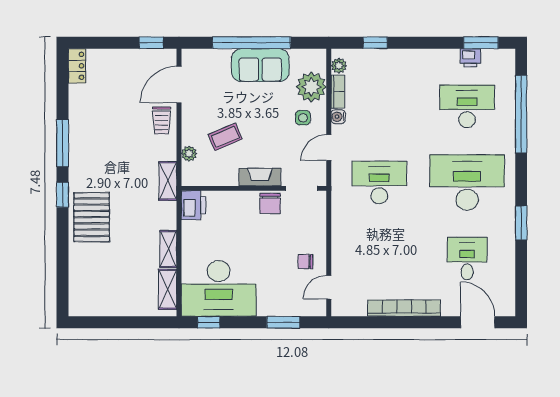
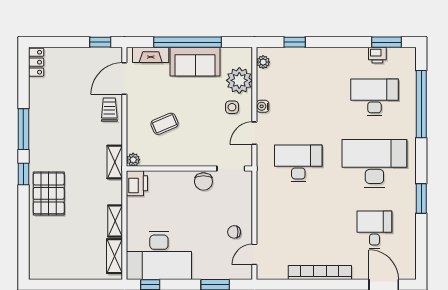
bookcase: (338, 92) -> (262, 84), removed
trolley: (162, 121) -> (109, 110), turned 180
plant: (189, 154) -> (133, 160), moved
fireplace: (260, 177) -> (151, 55), moved, turned 180

